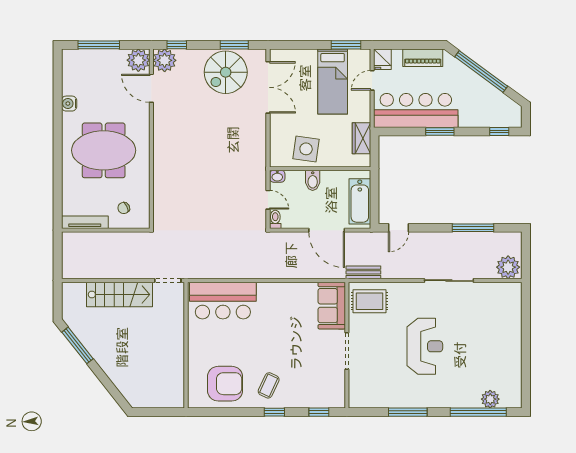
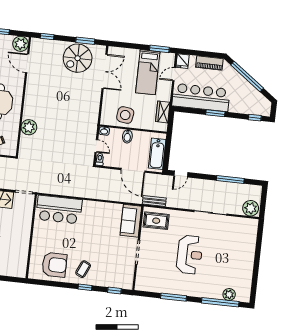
plant: (165, 60) -> (29, 127), moved

